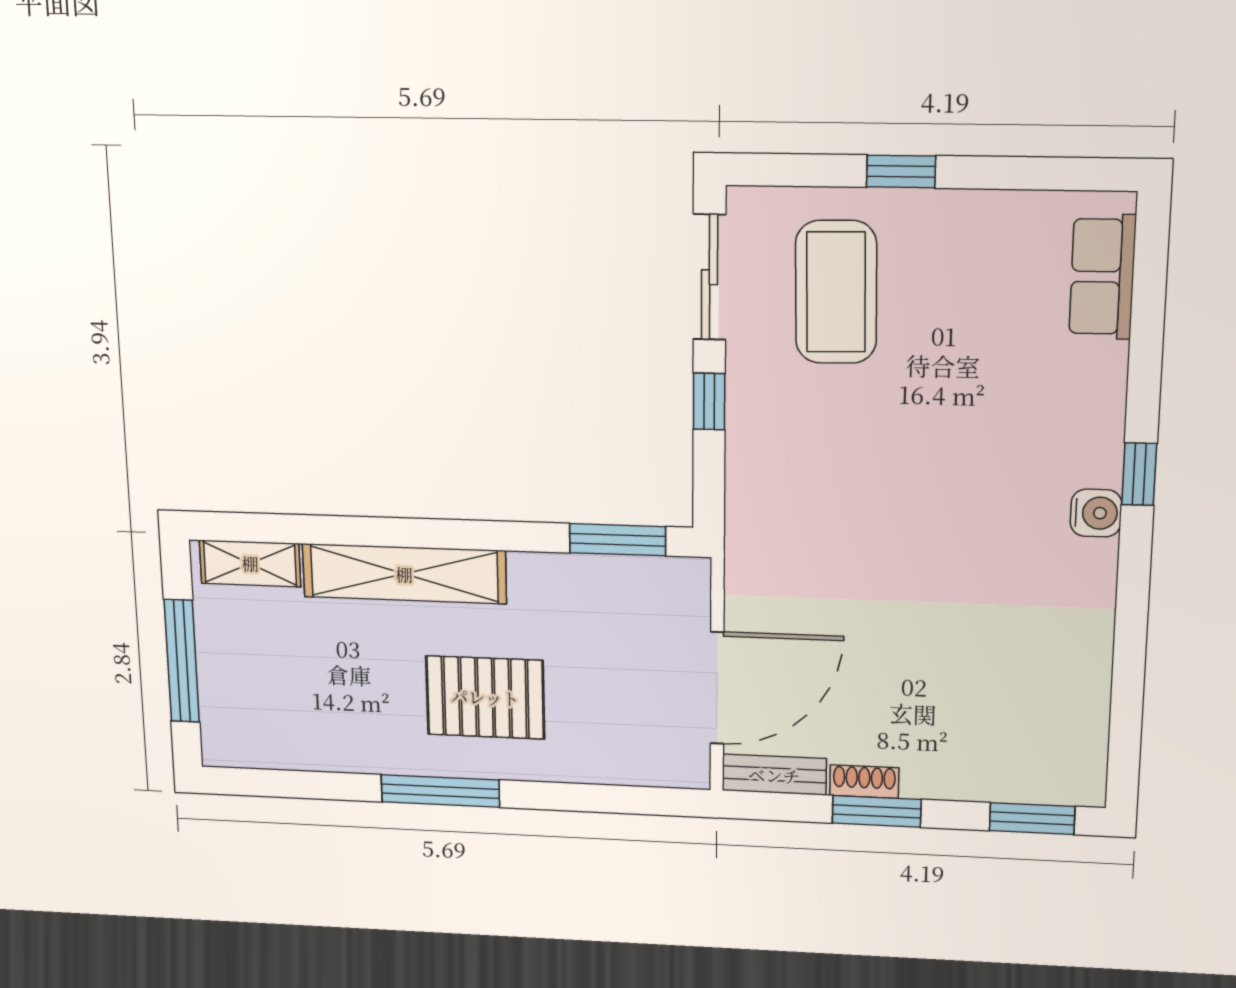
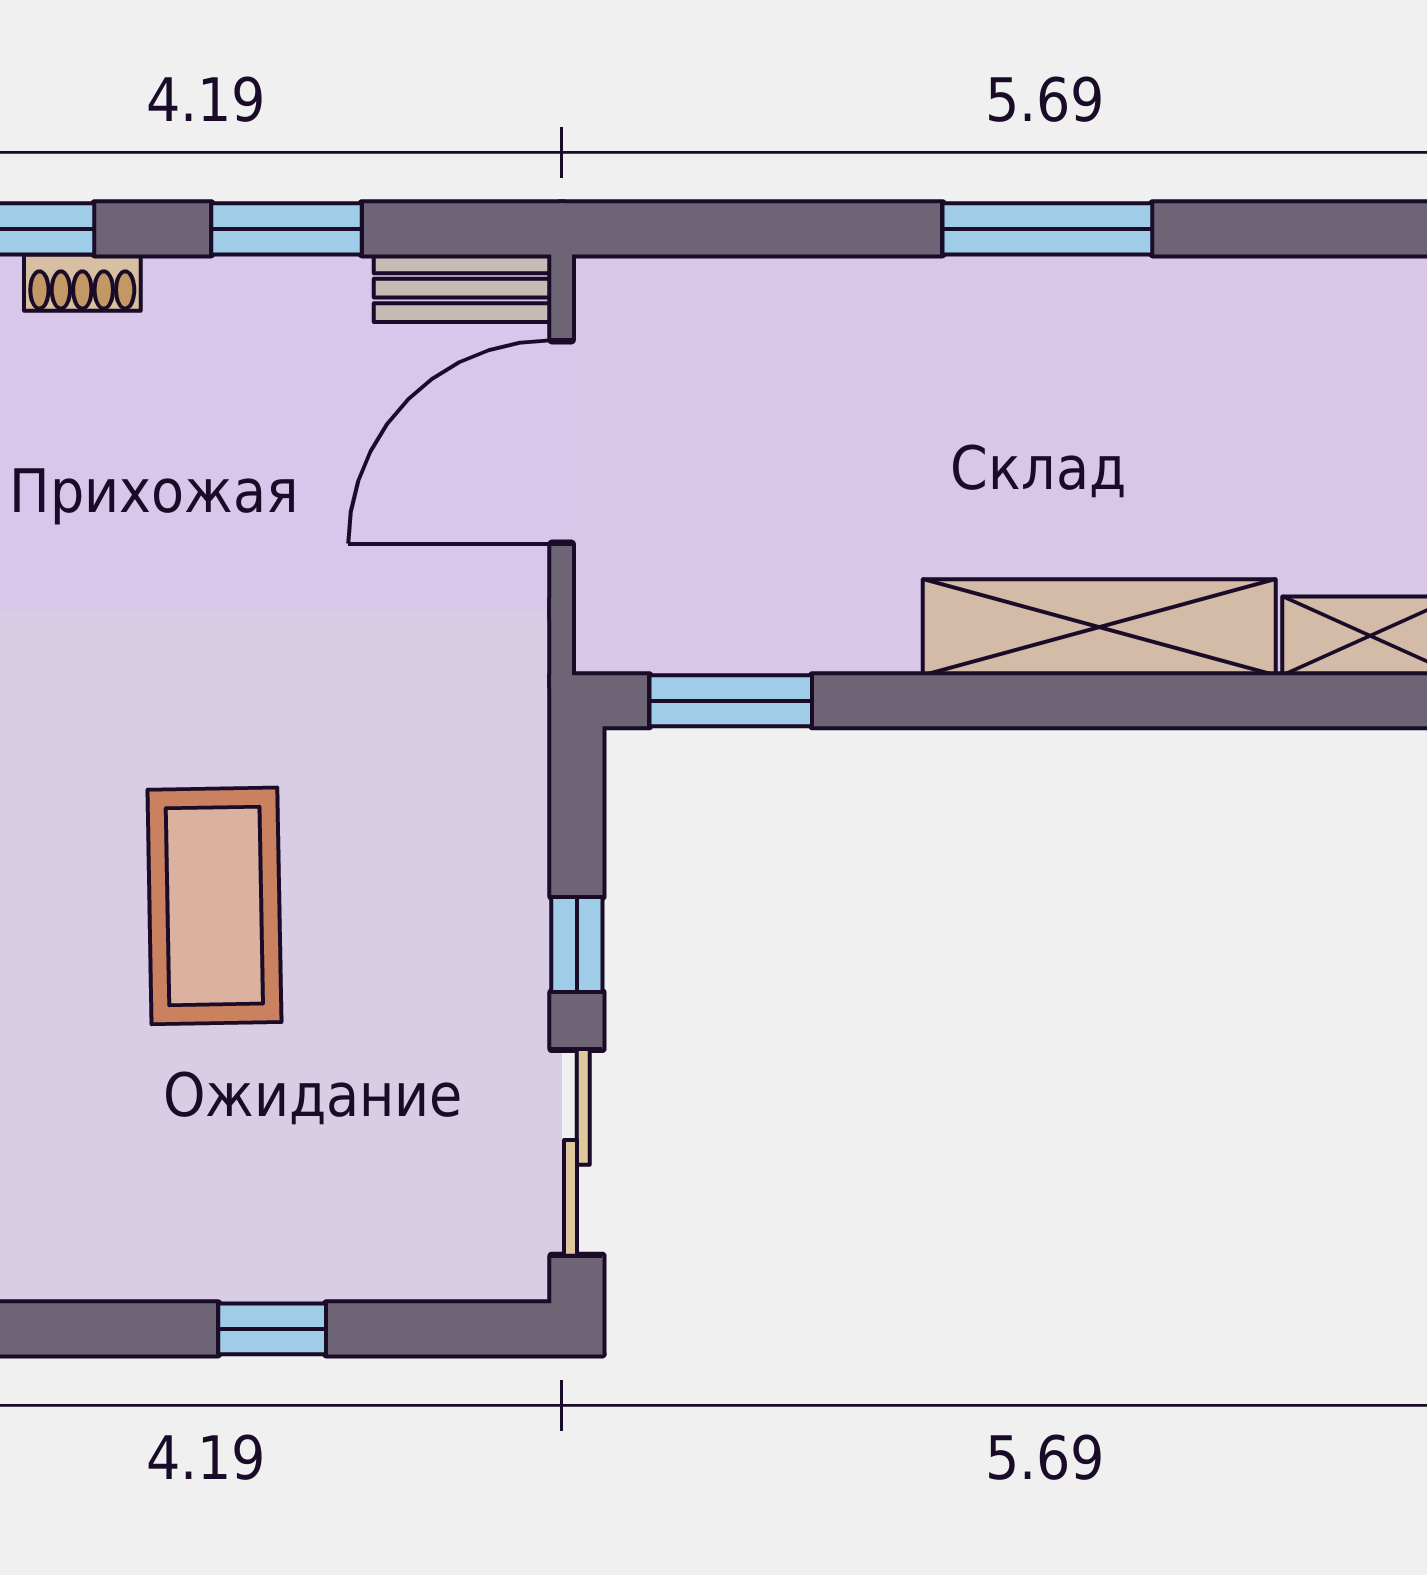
coffee table: (836, 292) -> (214, 906), moved
pallet: (485, 697) -> (964, 407), removed
shoe rack: (864, 782) -> (82, 283), moved

